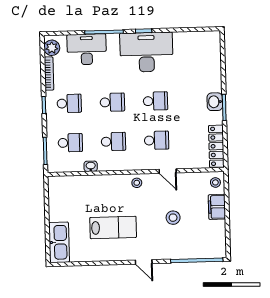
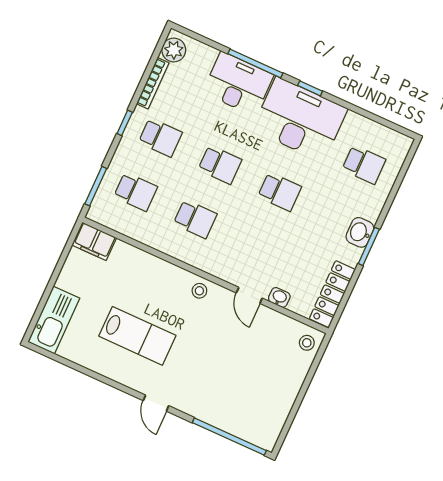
desk: (87, 49) -> (238, 84), moved
school desk: (157, 140) -> (364, 165), moved
washbasin: (91, 166) -> (279, 297), moved
filing cabinet: (217, 207) -> (94, 241), moved, turned -90
stool: (173, 218) -> (226, 362), removed

